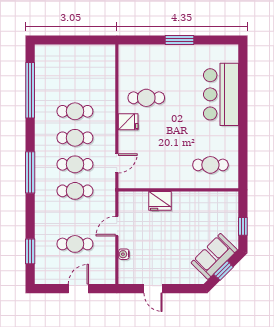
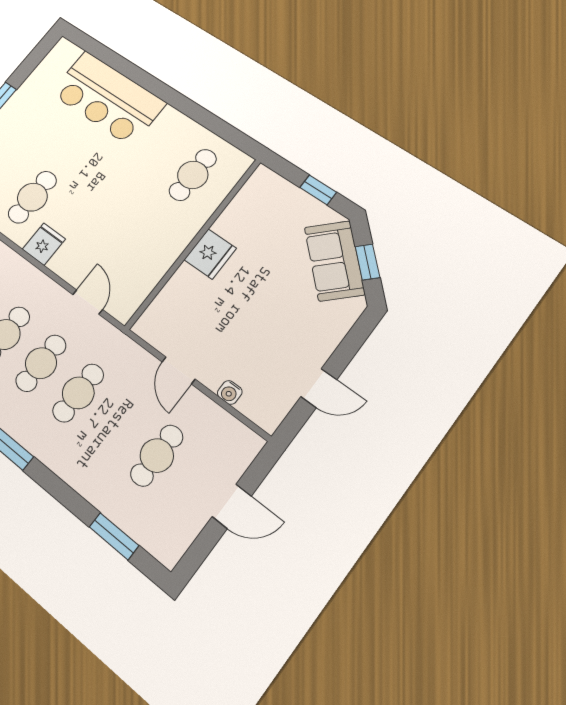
fridge: (160, 201) -> (210, 254), moved
door: (78, 289) -> (232, 506), swing flipped

